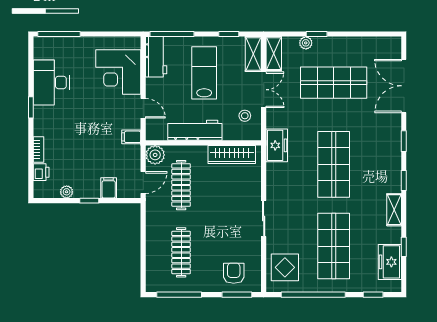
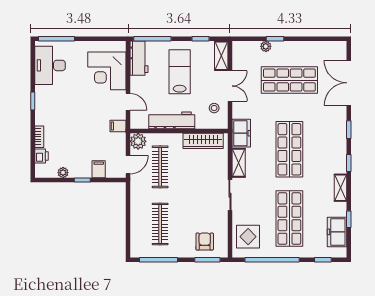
shelving: (274, 54) -> (239, 163), moved
desk: (51, 82) -> (50, 65), moved

